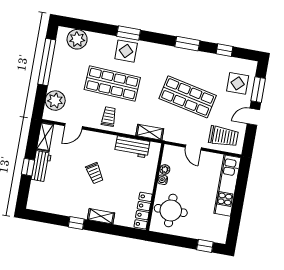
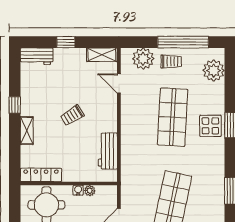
trolley: (109, 117) -> (171, 62), moved
shelving: (150, 132) -> (127, 167), removed
workbench: (41, 166) -> (37, 56), moved

